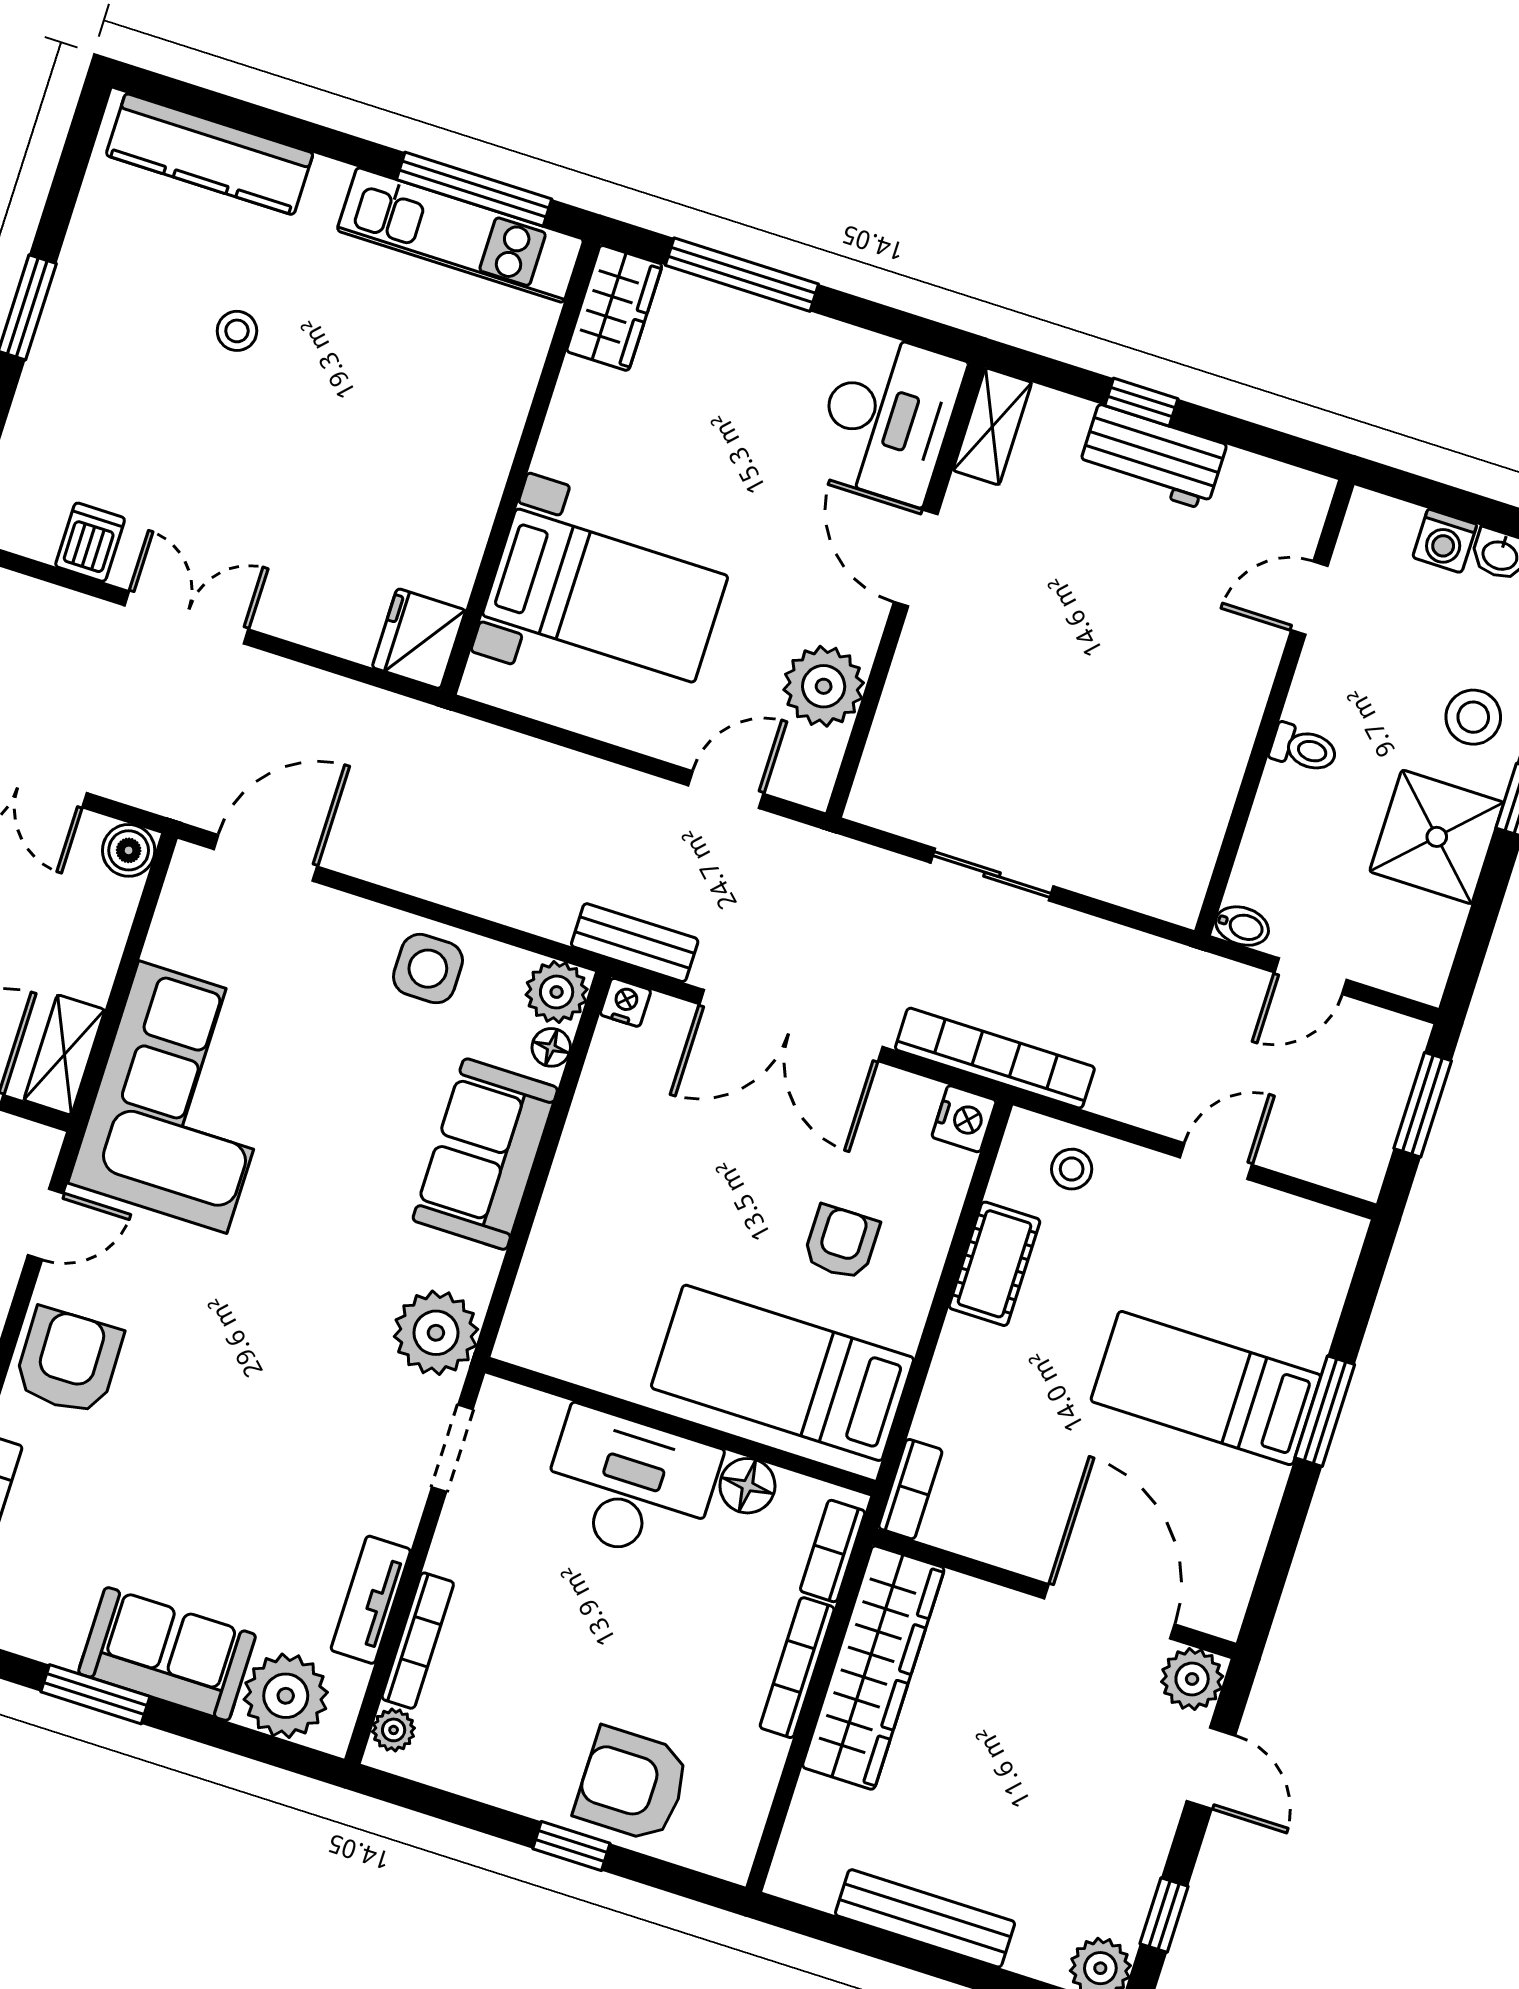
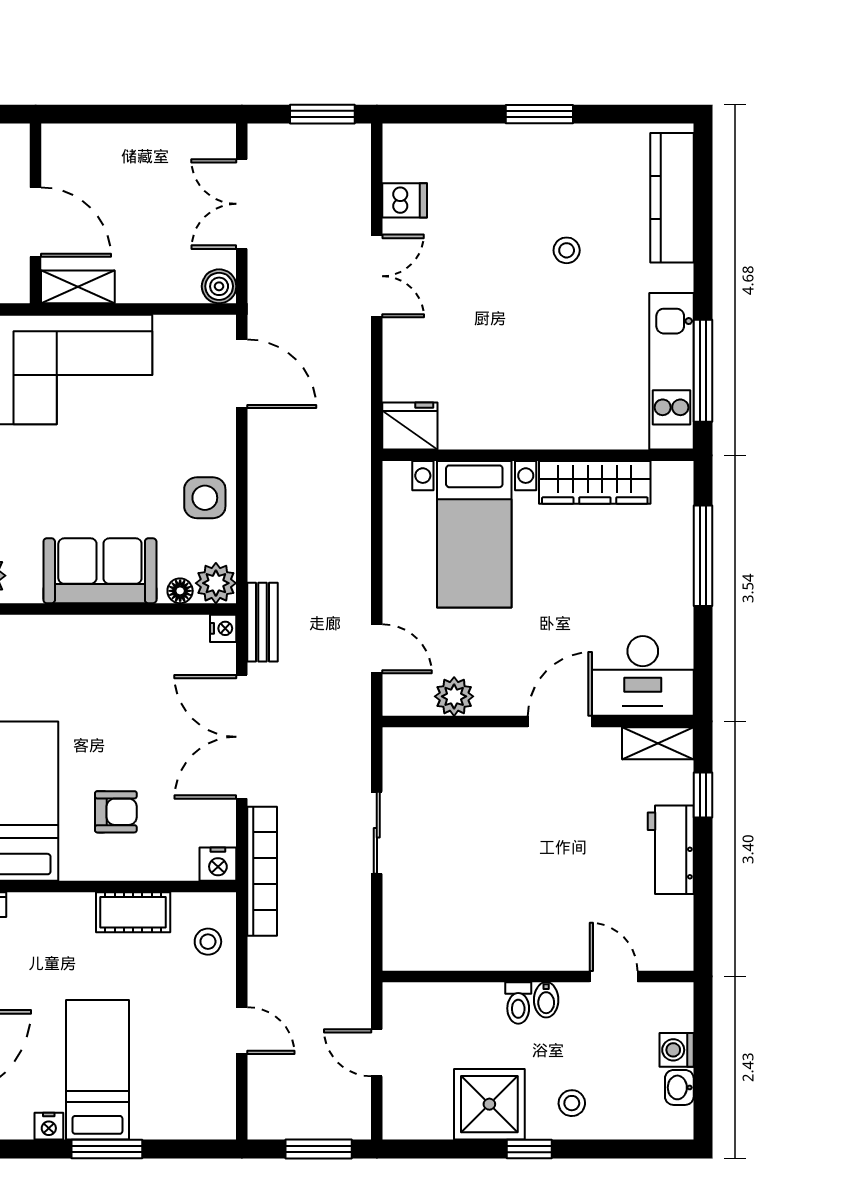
wardrobe: (614, 308) -> (595, 482), moved, width x1.50
window: (1141, 402) -> (703, 795), moved
plant: (824, 686) -> (454, 696), width x0.73, depth x0.73
stool: (1473, 717) -> (572, 1103), width x0.73, depth x0.73
bidet: (1242, 926) -> (546, 1000), moved
nightstand: (1265, 1485) -> (49, 1126), added

